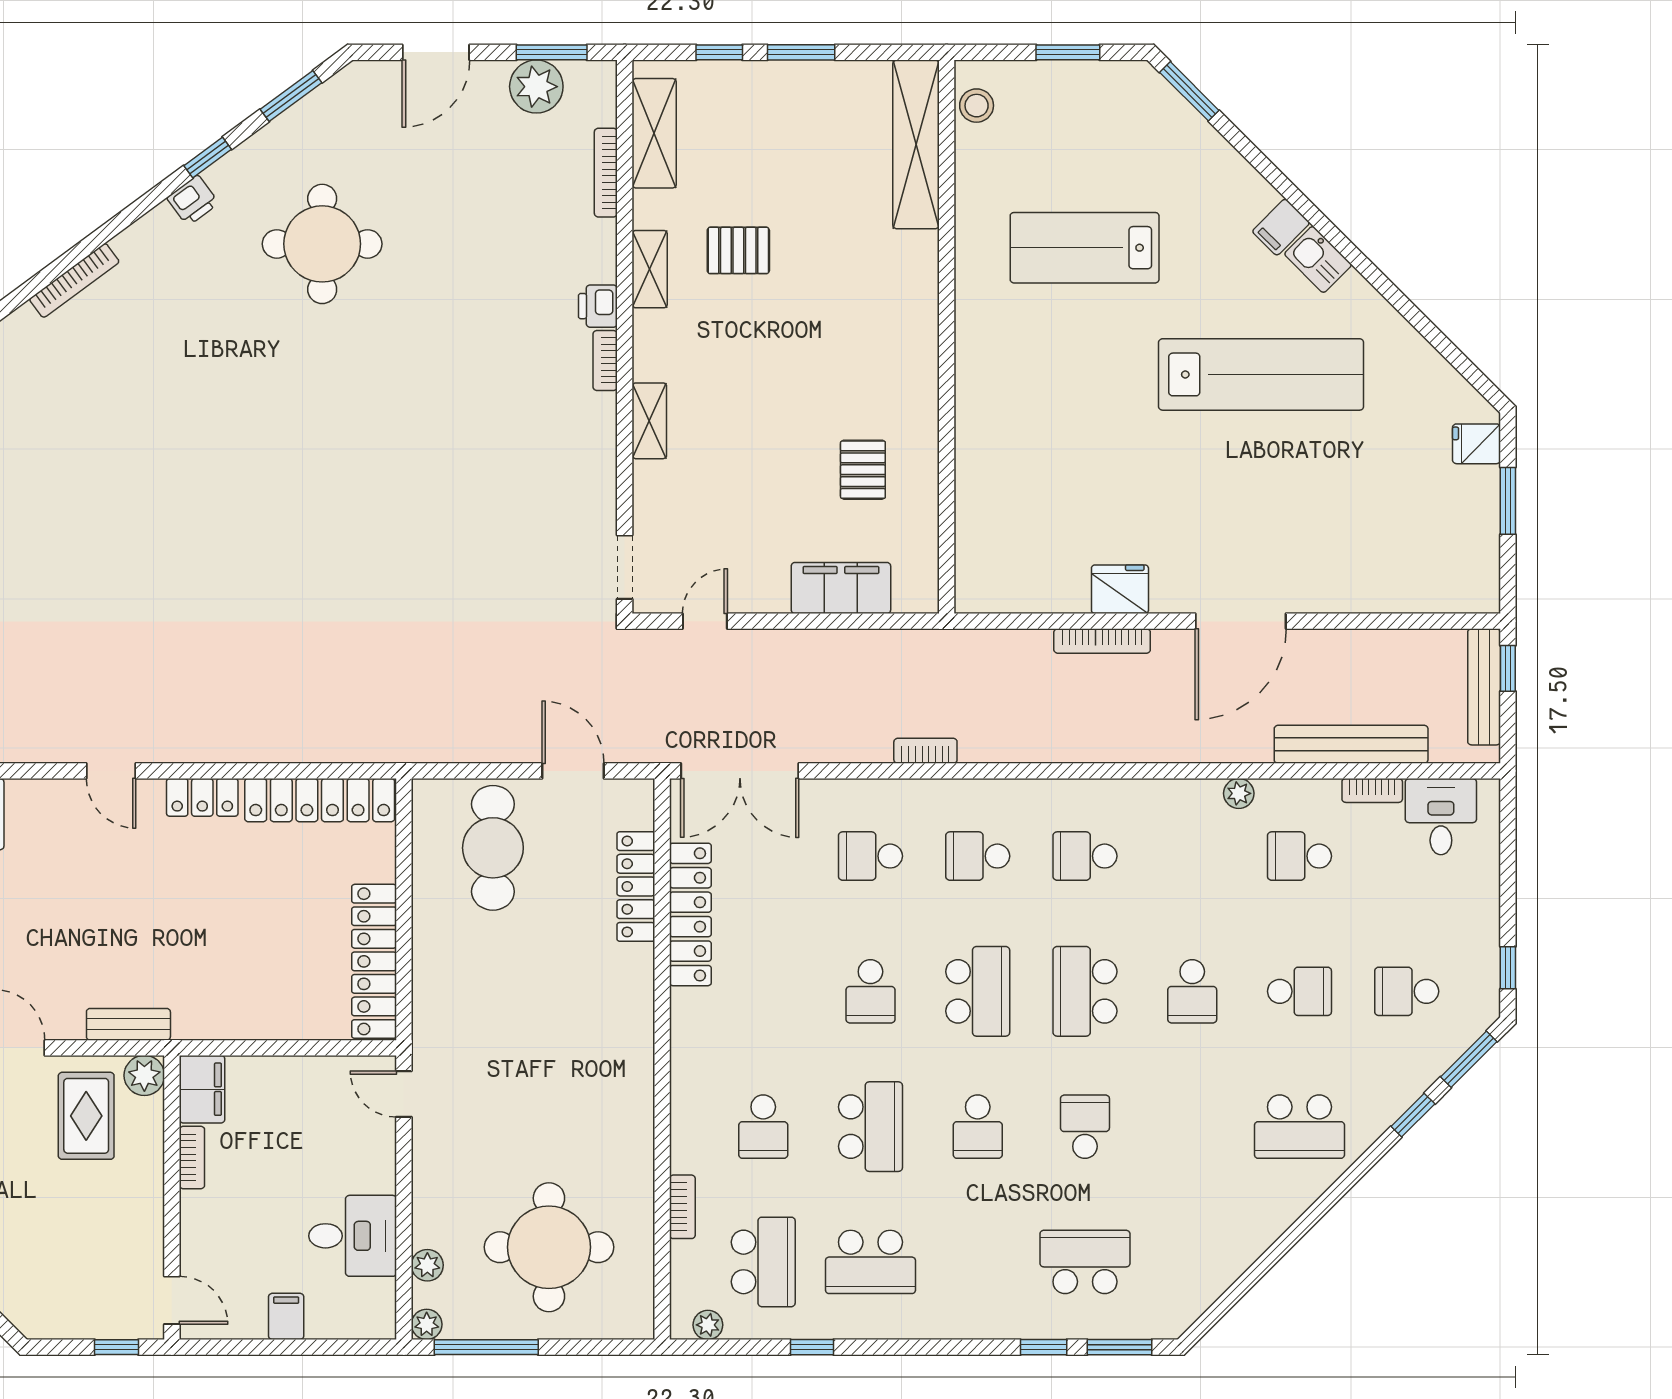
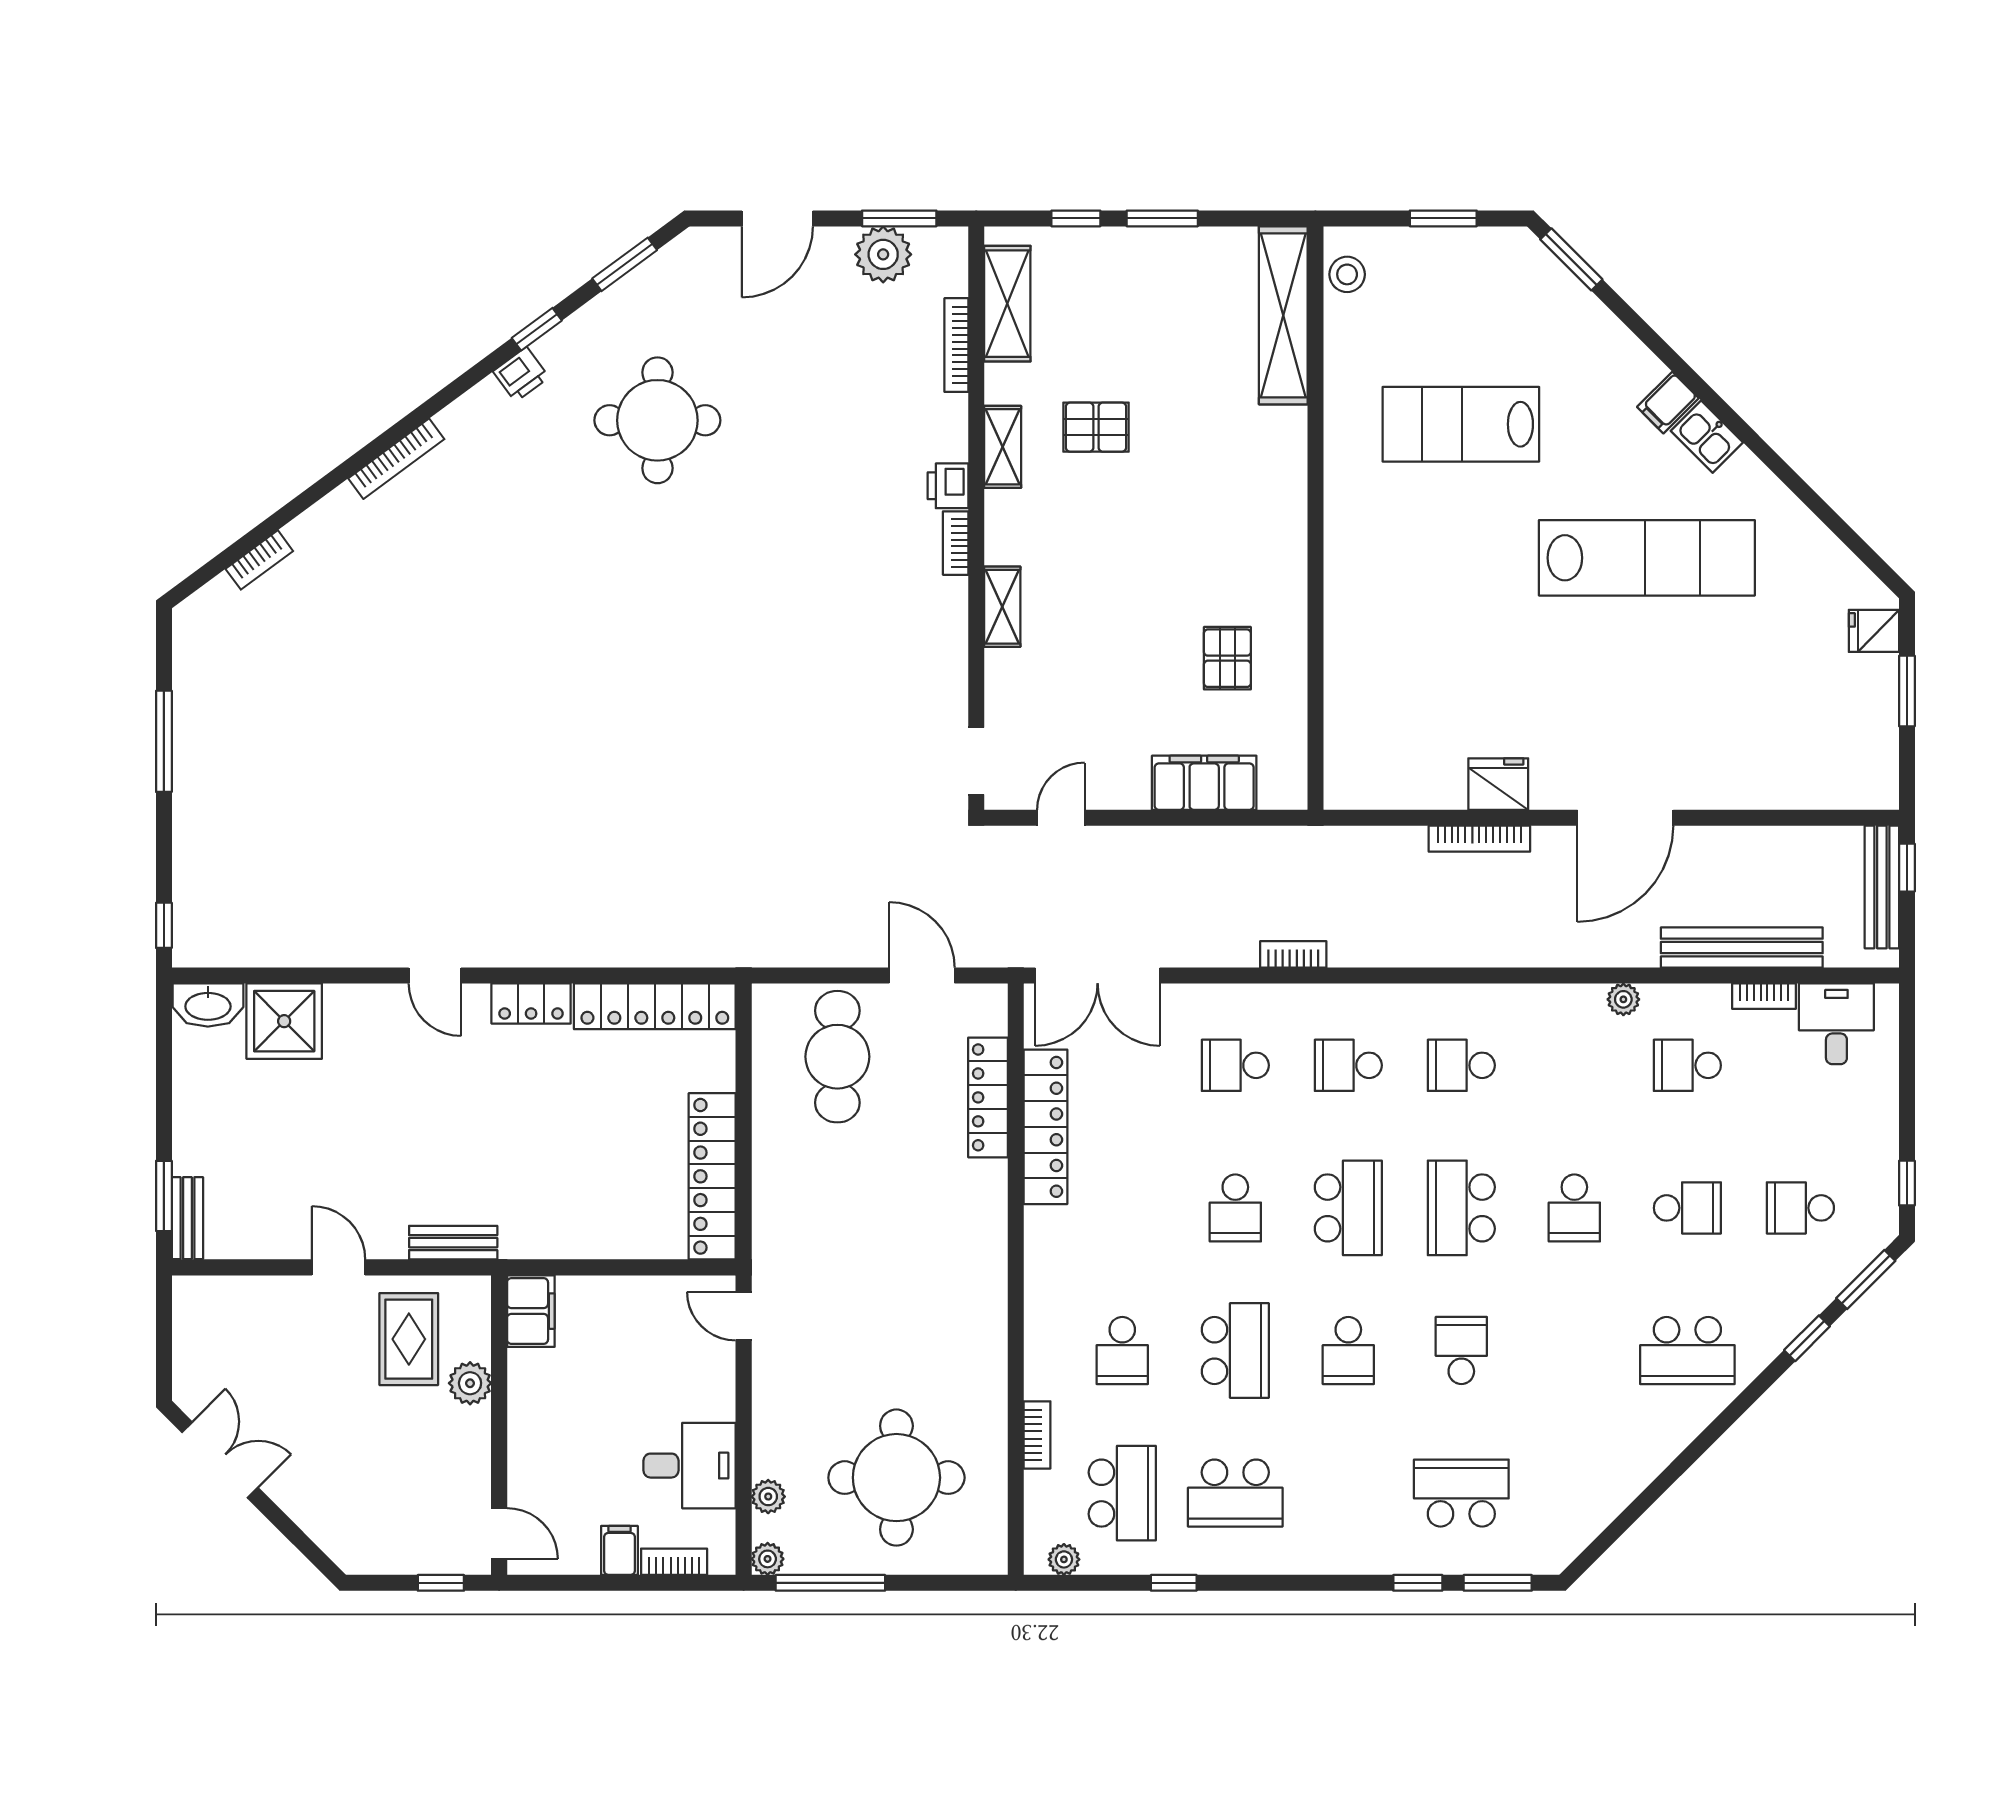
plant: (144, 1075) -> (470, 1383), moved
bookcase: (192, 1157) -> (674, 1562), moved, turned -90

